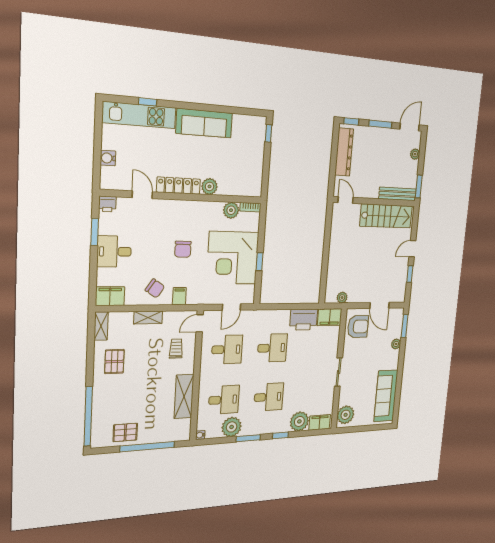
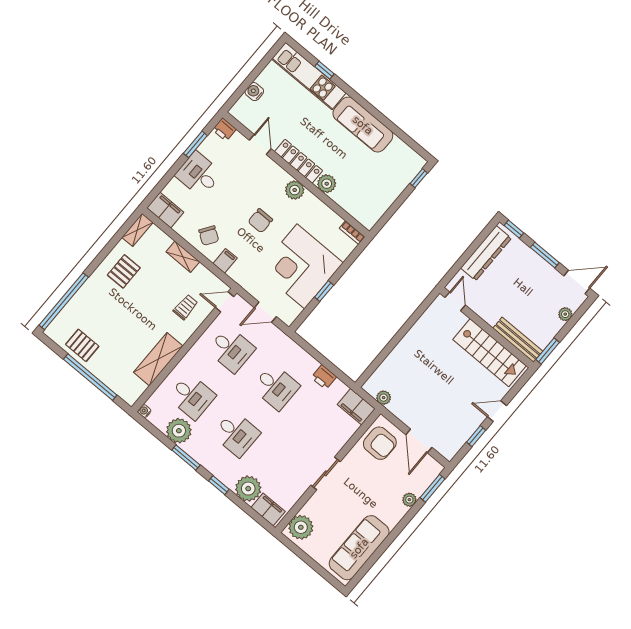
plant: (231, 210) -> (295, 190), moved
printer: (304, 319) -> (324, 377), width x0.53, depth x0.68

